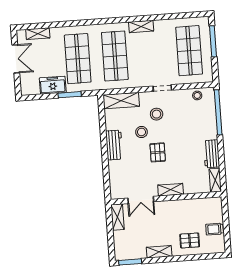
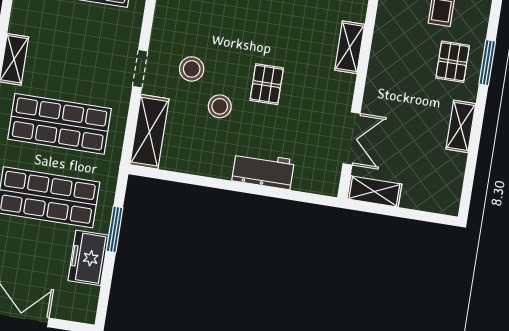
doorway: (162, 88) -> (140, 69), moved
workbench: (114, 145) -> (263, 170), moved
pallet: (158, 152) -> (267, 84), turned 90
shelving: (171, 190) -> (350, 47), moved
window: (130, 262) -> (487, 63), moved

